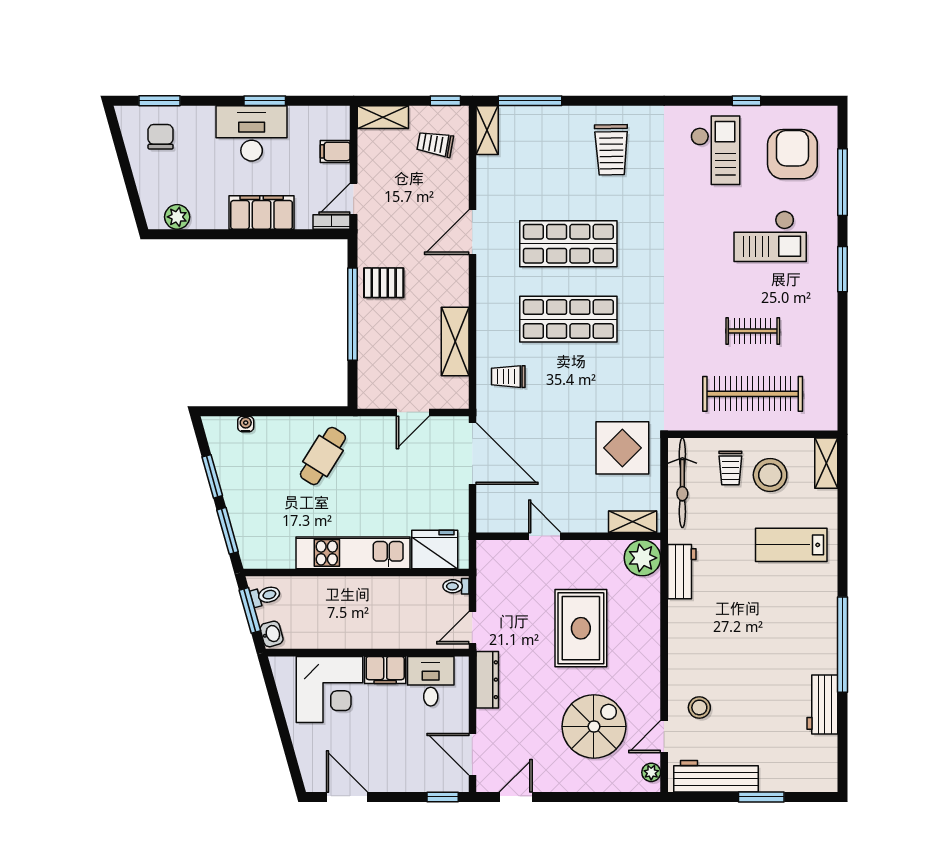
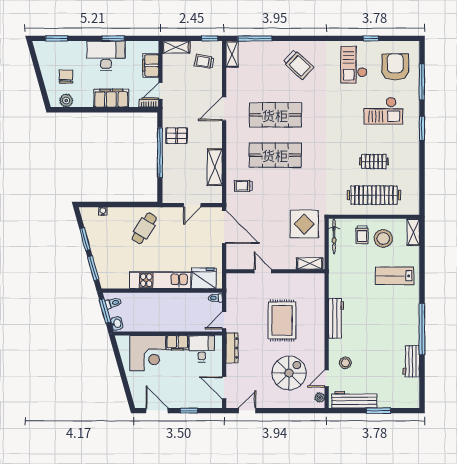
chair: (161, 137) -> (66, 77), moved
trolley: (611, 150) -> (298, 65), turned -46
checkout: (715, 150) -> (354, 65), turned 180
filing cabinet: (335, 151) -> (151, 65), width x2.00
bicycle: (682, 483) -> (334, 236), width x0.73, depth x0.71
plant: (642, 558) -> (315, 283), removed
workbench: (682, 572) -> (336, 318), moved, width x1.38
window: (443, 797) -> (189, 411), moved

